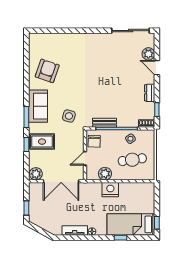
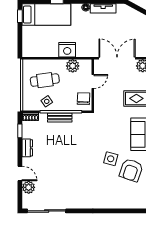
side table: (69, 116) -> (111, 159), moved
bench: (105, 123) -> (60, 118), moved

